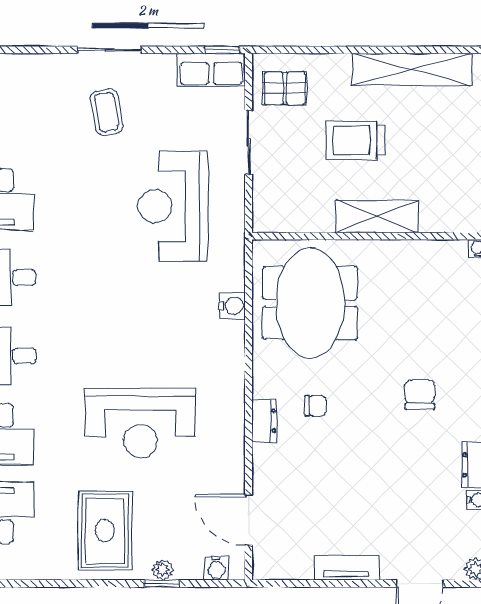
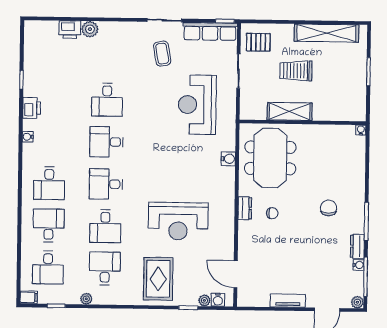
row of seats: (211, 70) -> (210, 31), width x1.48
shelving: (377, 216) -> (290, 111), moved
dresser: (264, 421) -> (245, 208), moved
plant: (163, 570) -> (204, 300), moved

